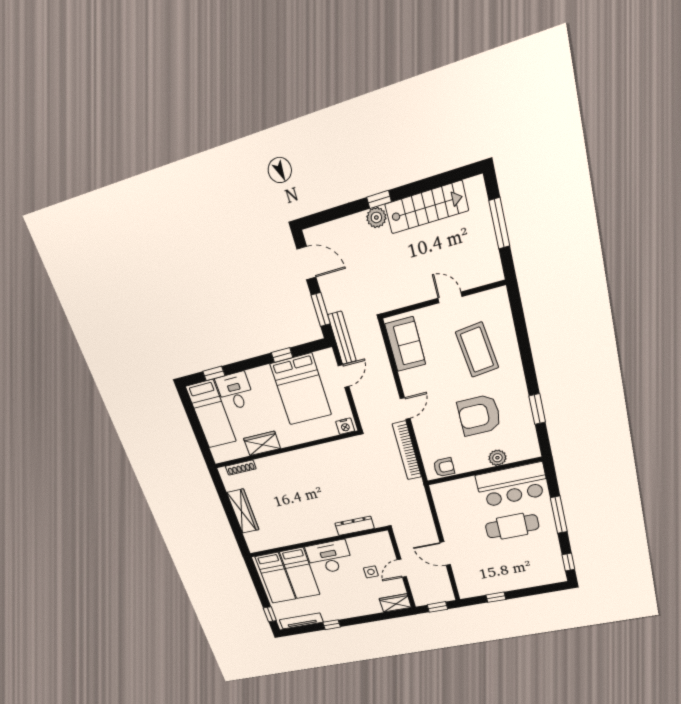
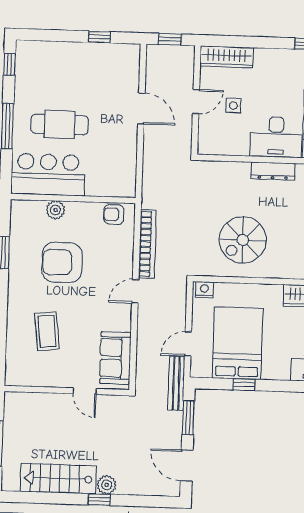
door: (450, 297) -> (85, 391), moved
coffee table: (477, 350) -> (47, 331), width x0.73, depth x0.76
armchair: (479, 415) -> (62, 262), turned 180
spiral stairs: (327, 475) -> (243, 240), added
dresser: (355, 526) -> (273, 171), moved
wardrobe: (395, 603) -> (227, 57), width x1.50

